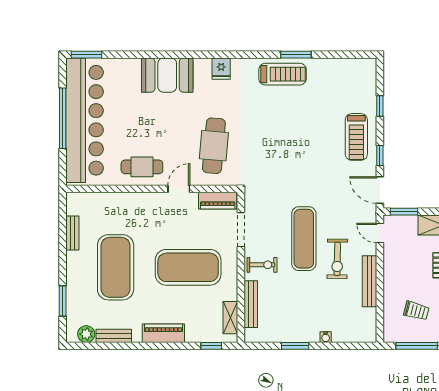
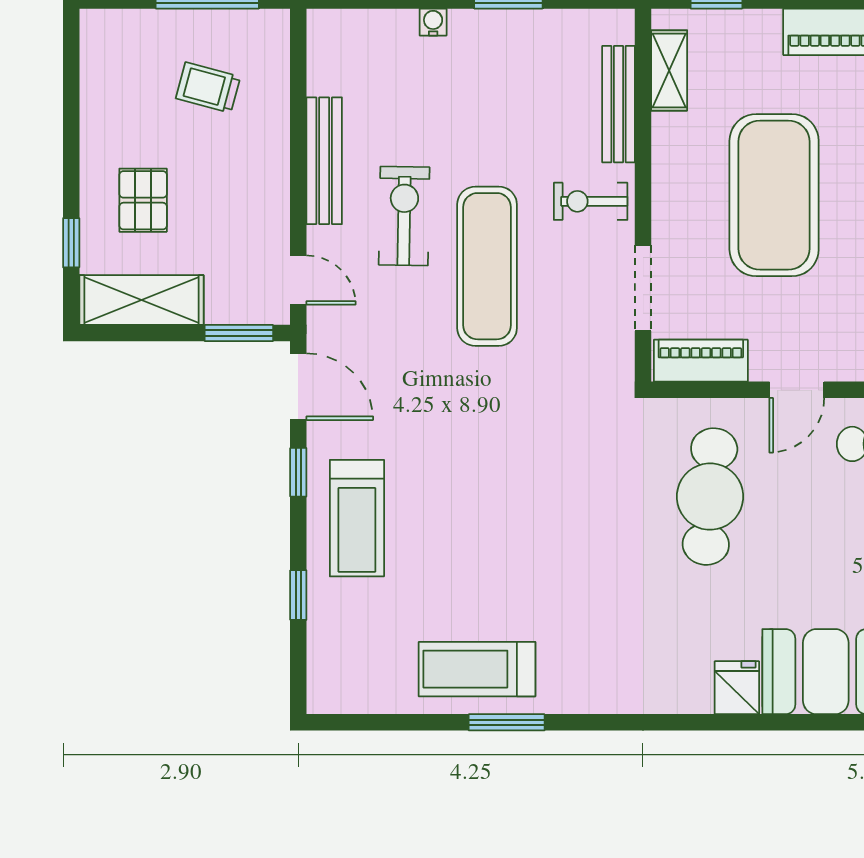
fridge: (221, 69) -> (737, 688), moved
treadmill: (283, 74) -> (477, 669), moved
treadmill: (356, 137) -> (357, 518), turned 180
exercise mat: (188, 267) -> (774, 195), turned 90

